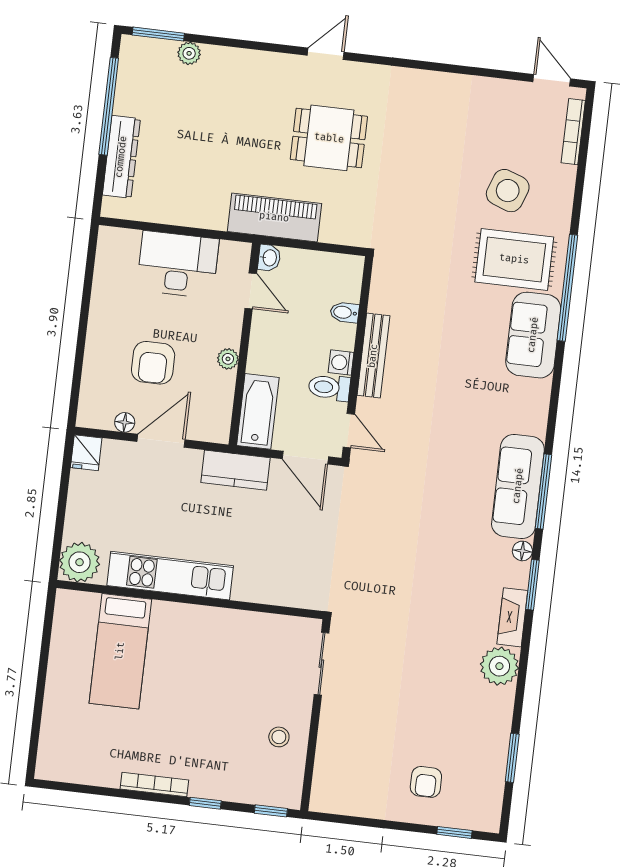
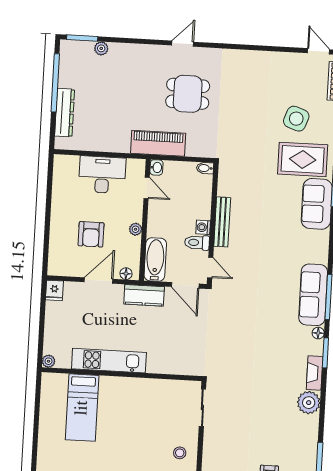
bidet: (345, 312) -> (205, 168), moved
floor lamp: (125, 422) -> (126, 274), moved
plant: (80, 562) -> (49, 361), width x0.53, depth x0.53

